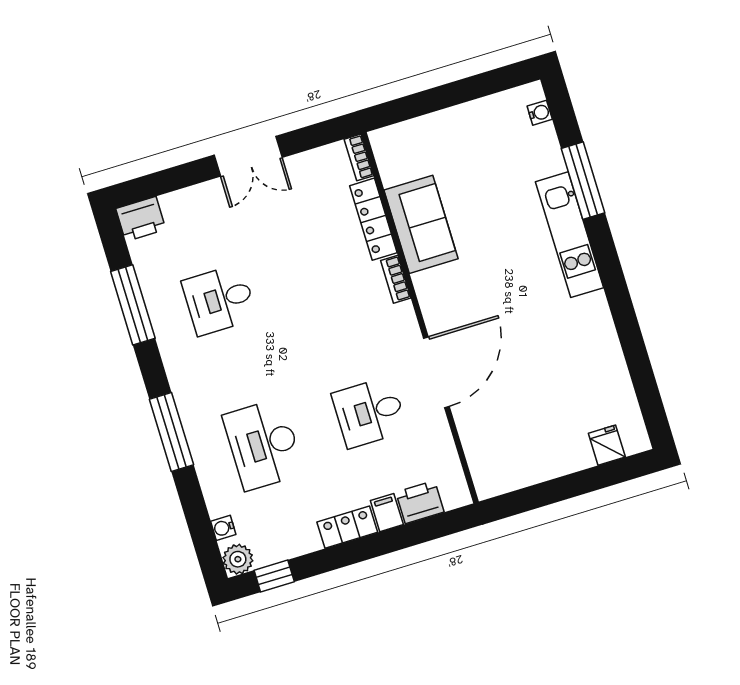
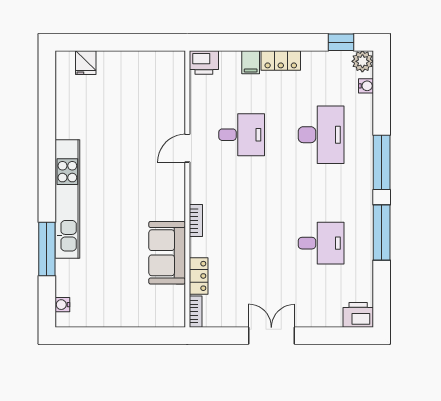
locker: (373, 219) -> (199, 276), width x0.66
kitchen unit: (570, 235) -> (67, 199), width x1.36
window: (133, 305) -> (382, 232), moved
door: (436, 372) -> (187, 148), width x0.53
printer: (420, 502) -> (204, 62), moved

